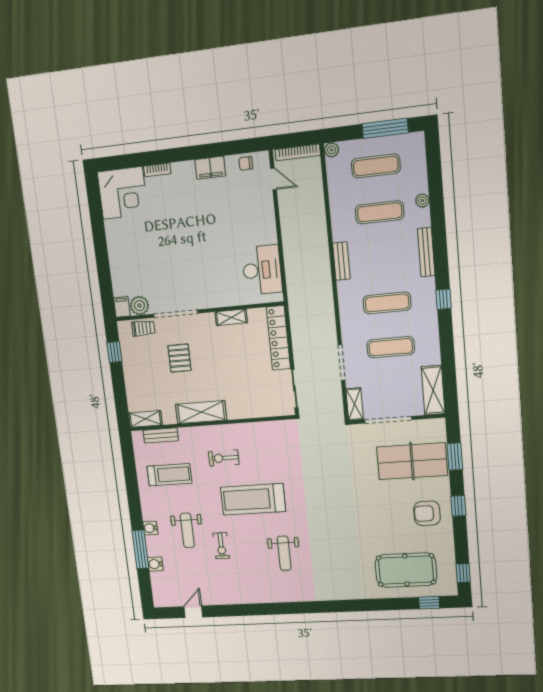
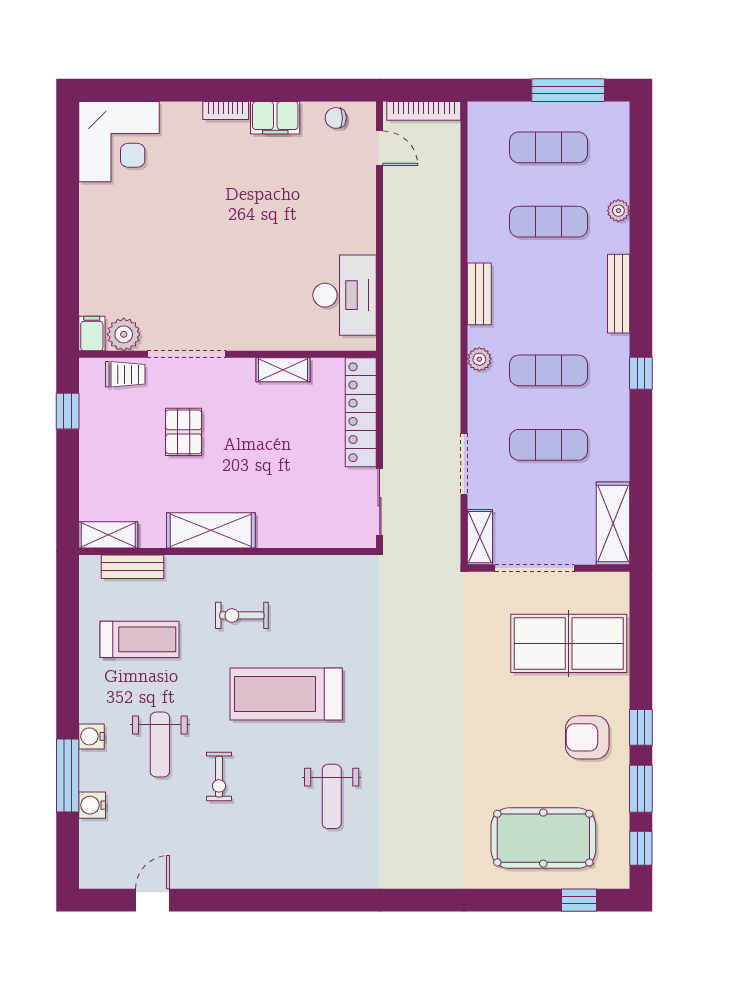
plant: (332, 150) -> (479, 359), moved
bookcase: (157, 170) -> (226, 111), moved
window: (455, 457) -> (641, 789), moved

